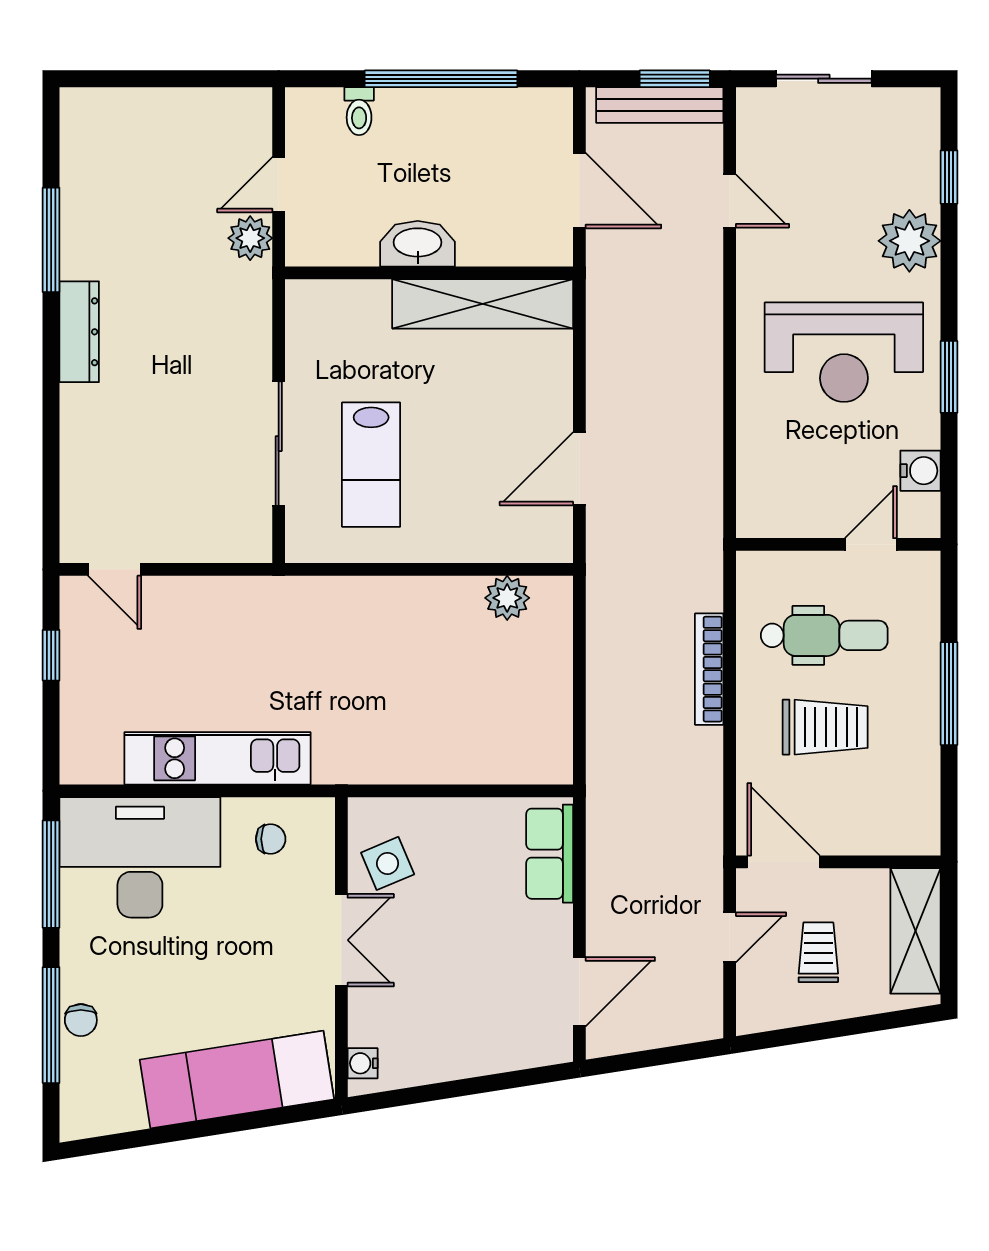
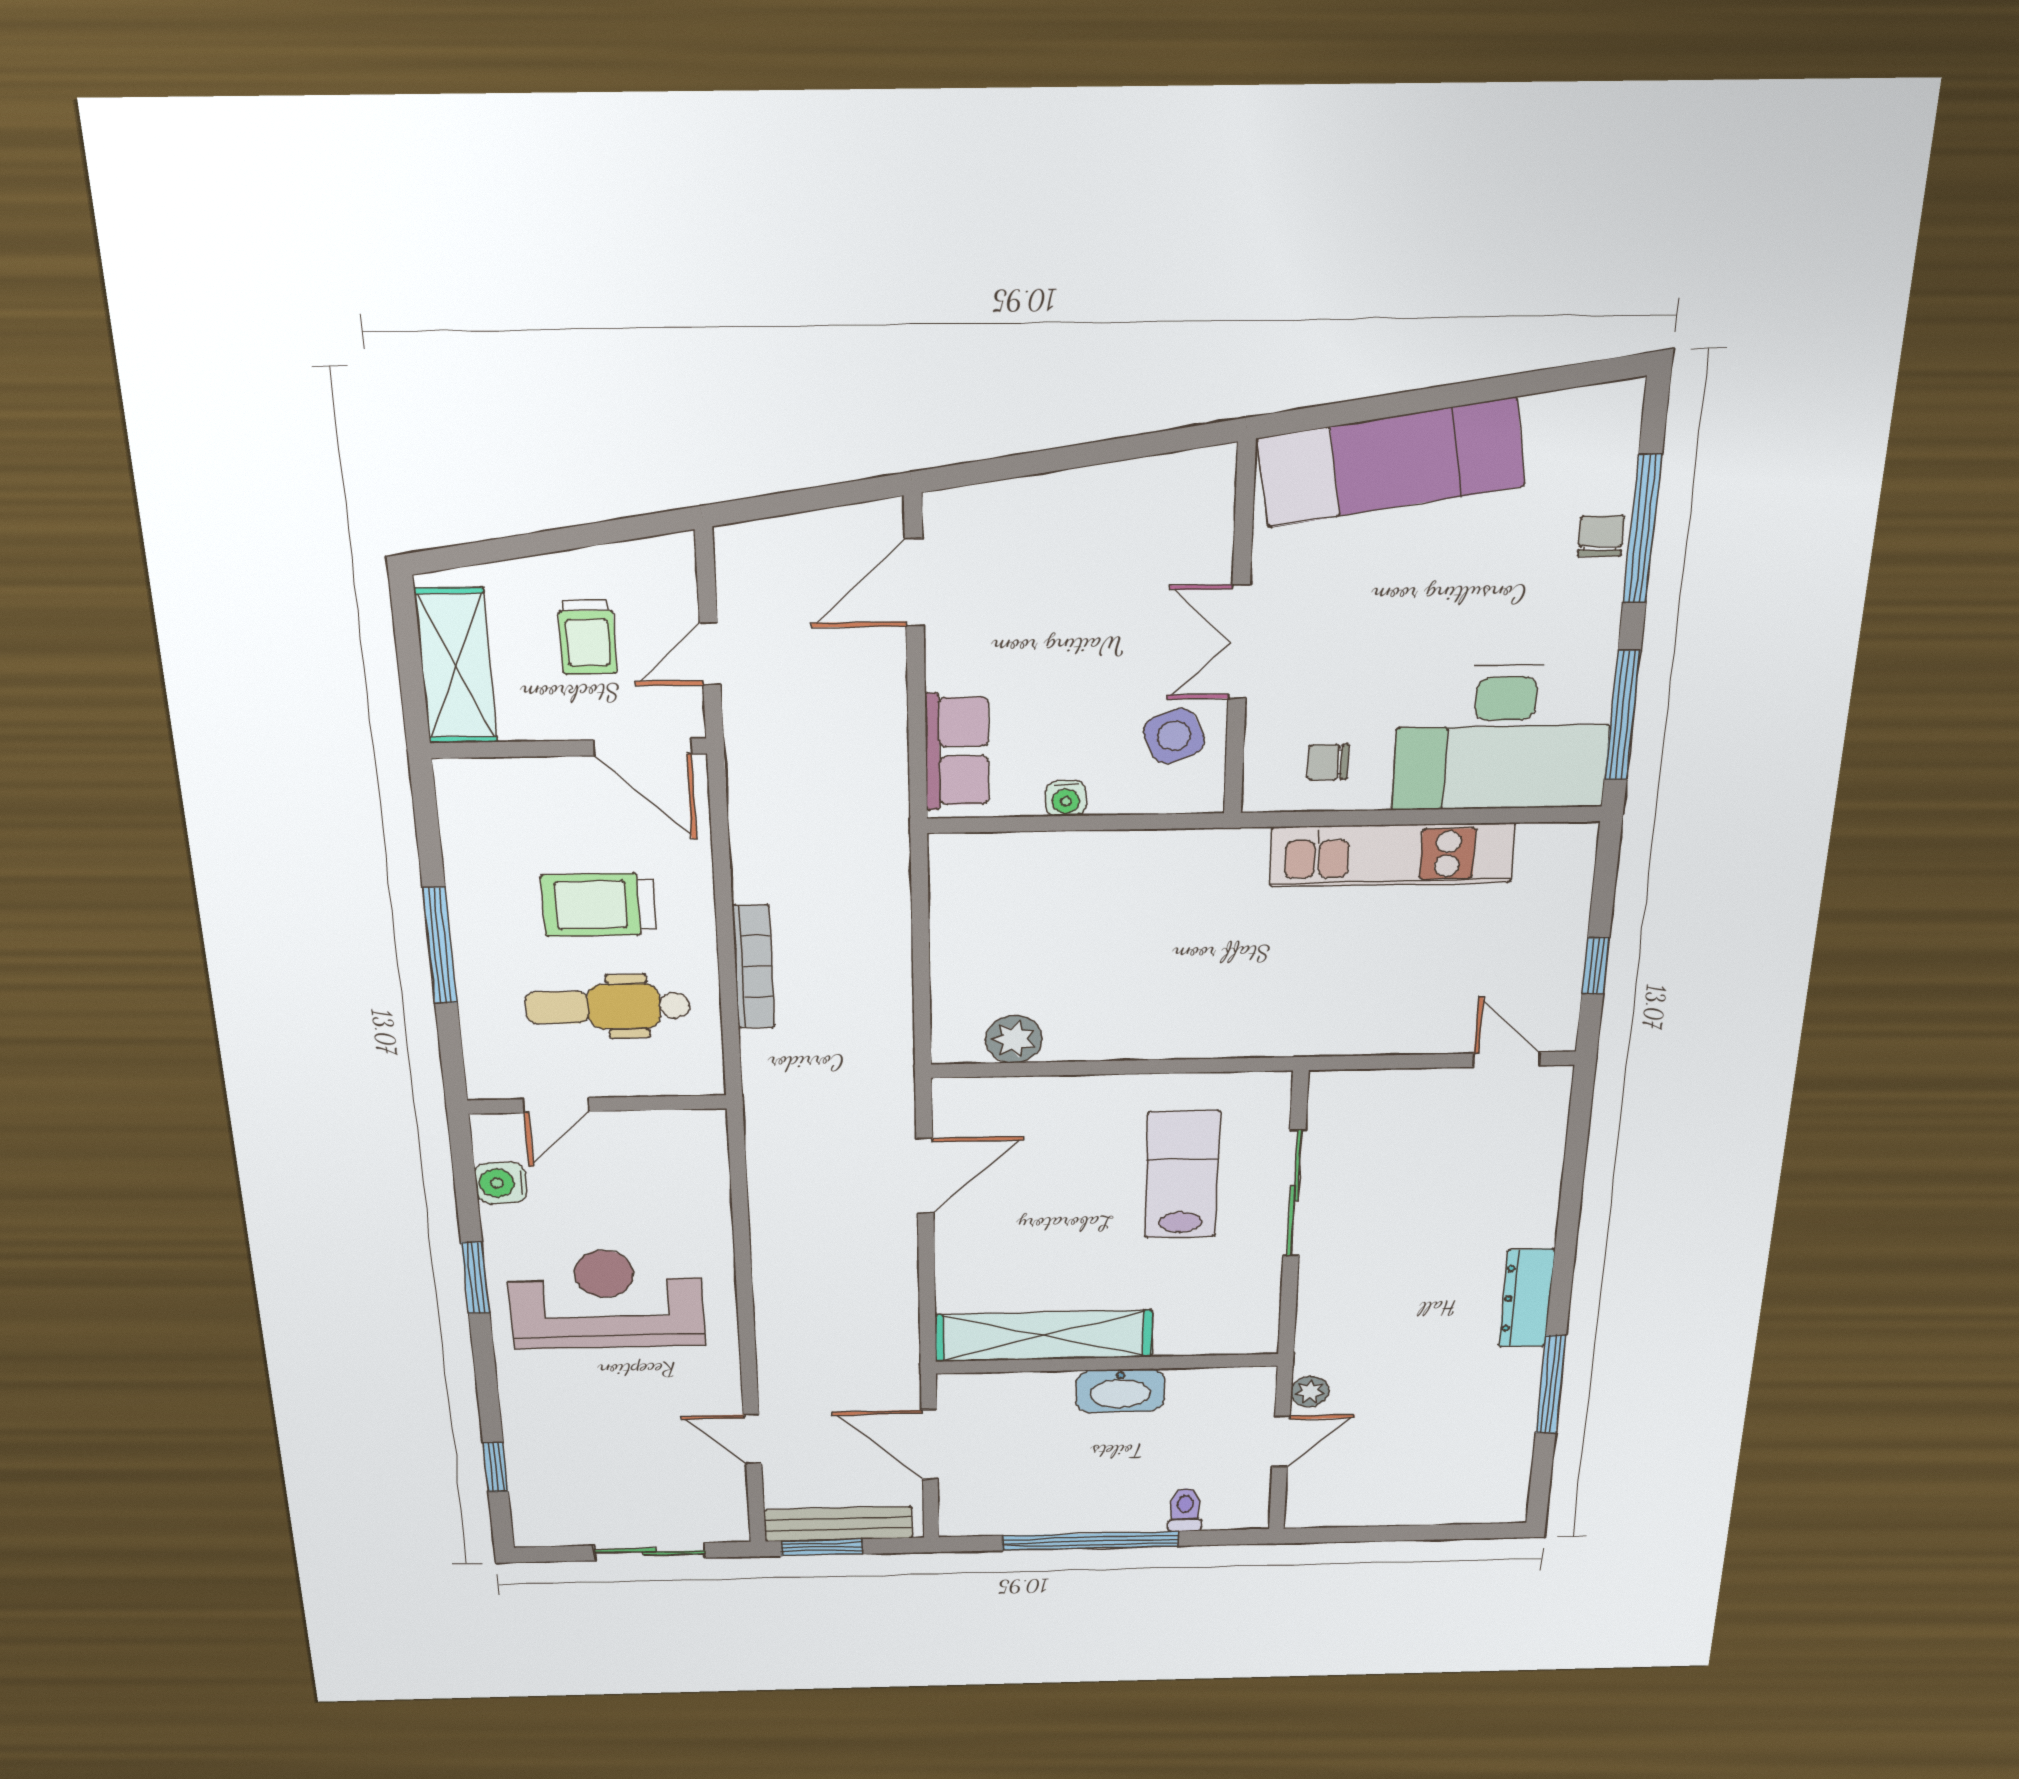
plant: (250, 238) -> (1310, 1392), width x0.73, depth x0.73
plant: (909, 241) -> (536, 1407), removed
water cooler: (363, 1063) -> (1066, 799), moved, turned 90

